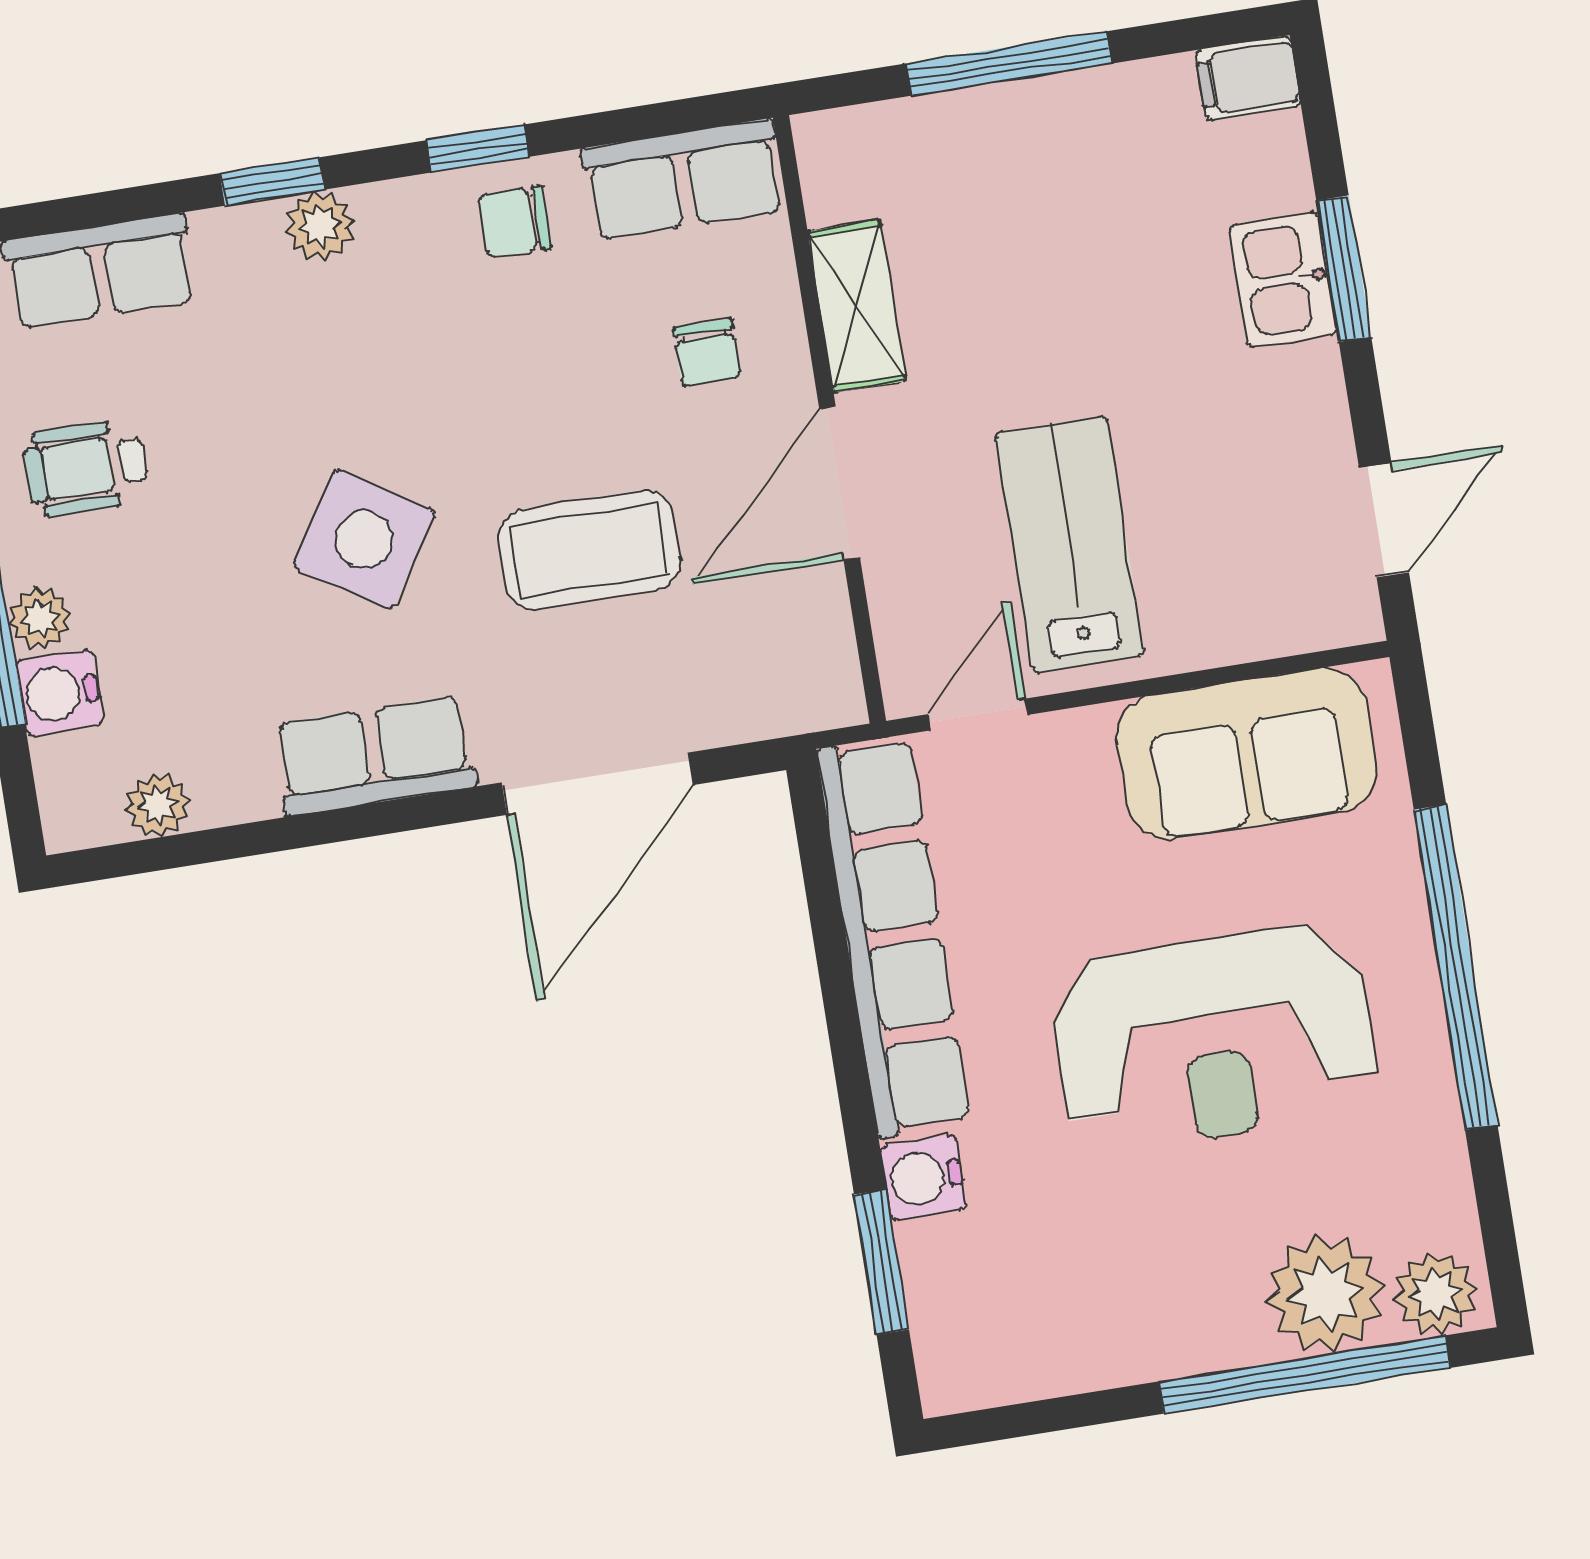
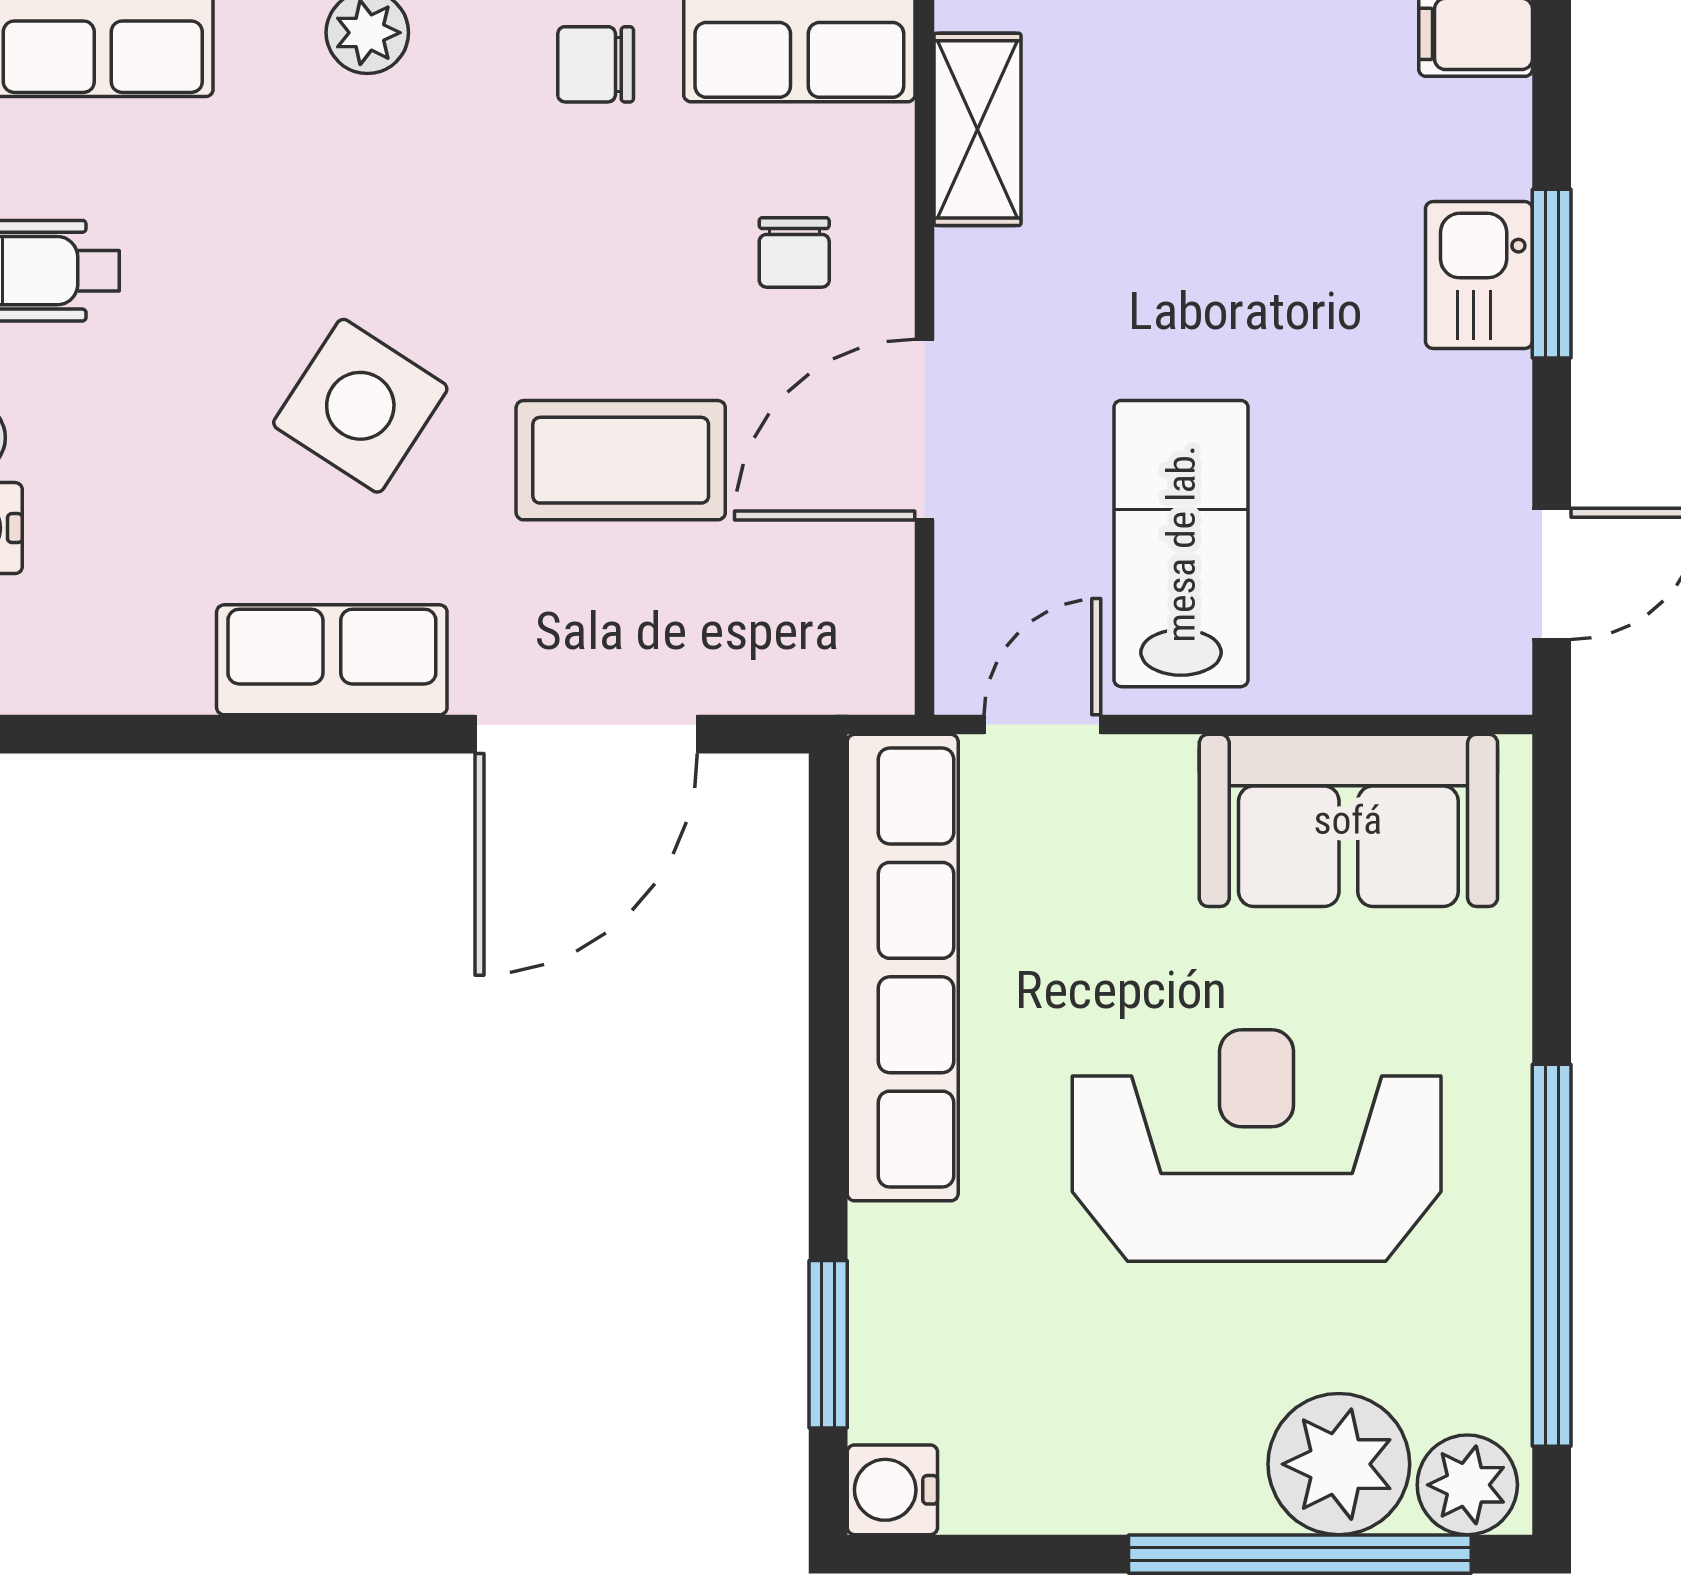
shelving: (857, 306) -> (978, 129), moved
plant: (157, 805) -> (70, 677), removed
window: (1456, 967) -> (1552, 1255), moved
reception desk: (1214, 1038) -> (1257, 1145), turned 180
water cooler: (923, 1178) -> (892, 1490), moved

